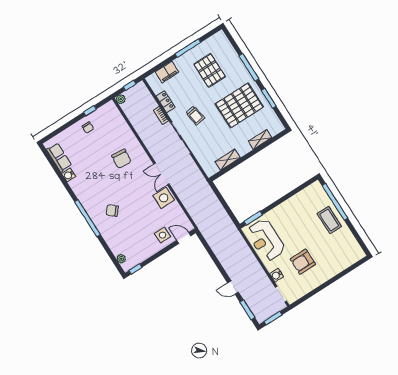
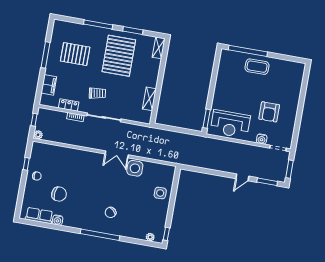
shelving: (260, 139) -> (159, 48), moved
chair: (121, 159) -> (59, 194), moved
door: (184, 238) -> (176, 180), removed

